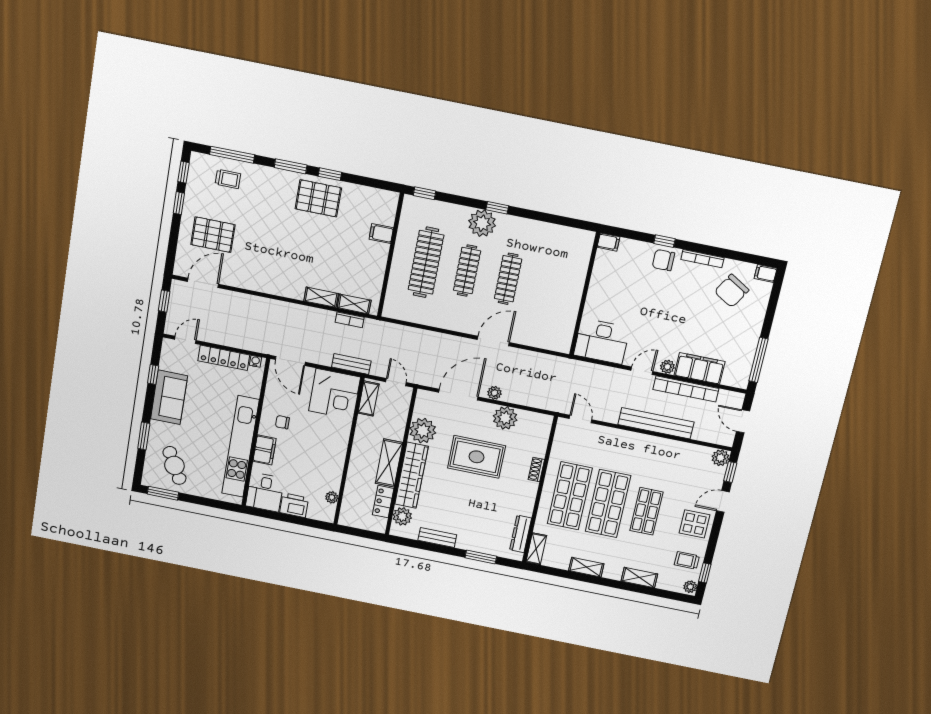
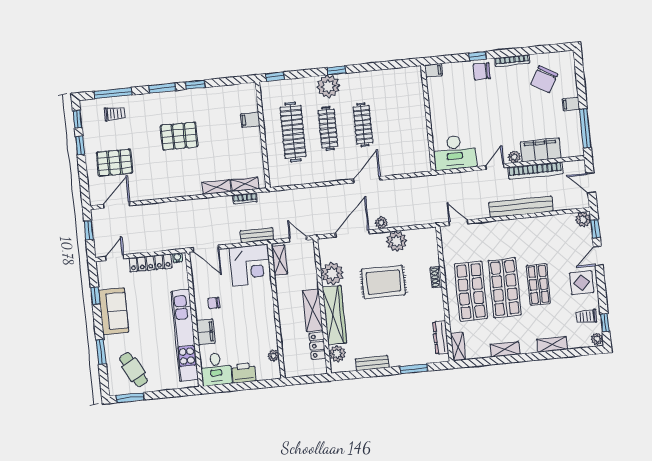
pallet: (318, 198) -> (179, 136), moved
filing cabinet: (766, 273) -> (571, 104), moved

